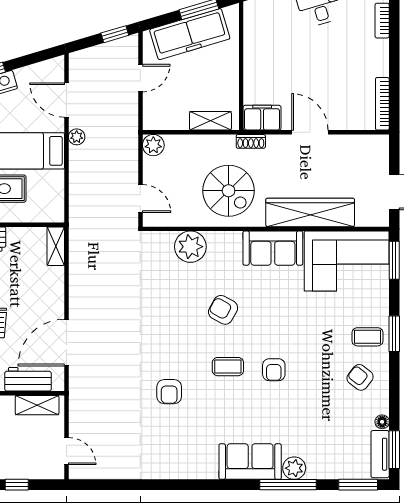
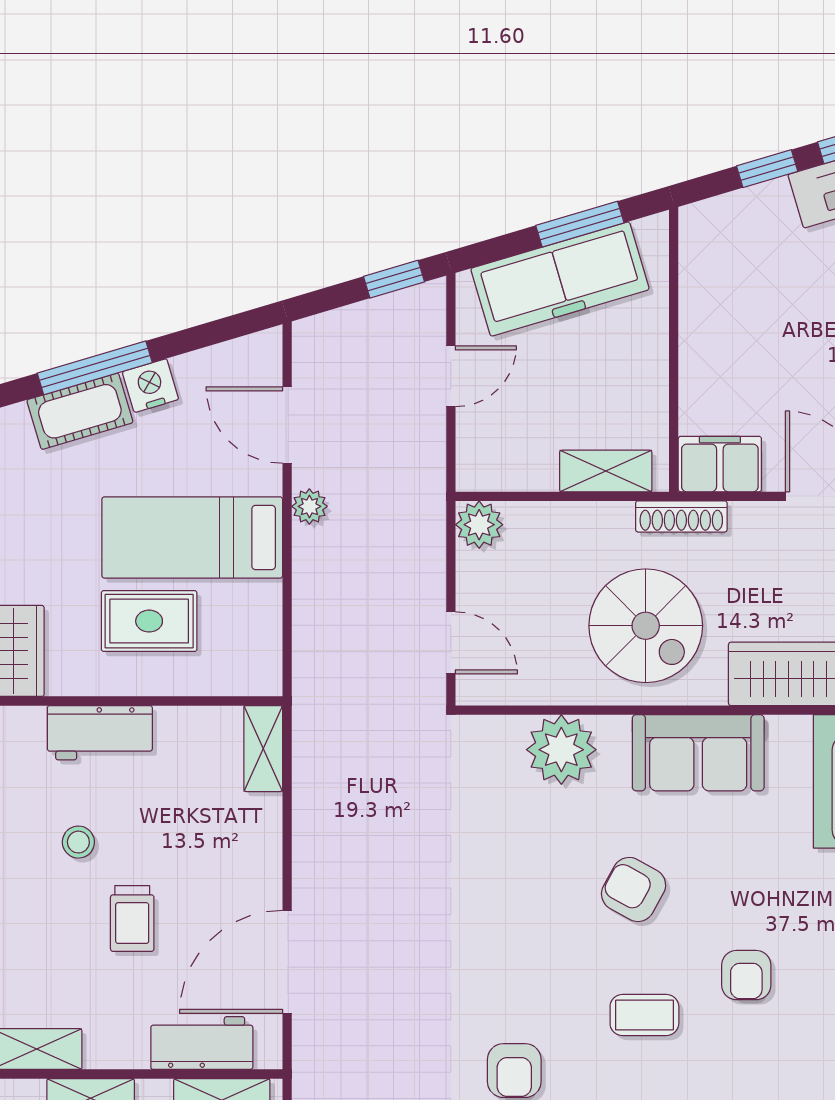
shoe rack: (251, 141) -> (681, 516), width x1.43
sofa: (273, 248) -> (698, 753), moved
armchair: (274, 370) -> (746, 975), moved

